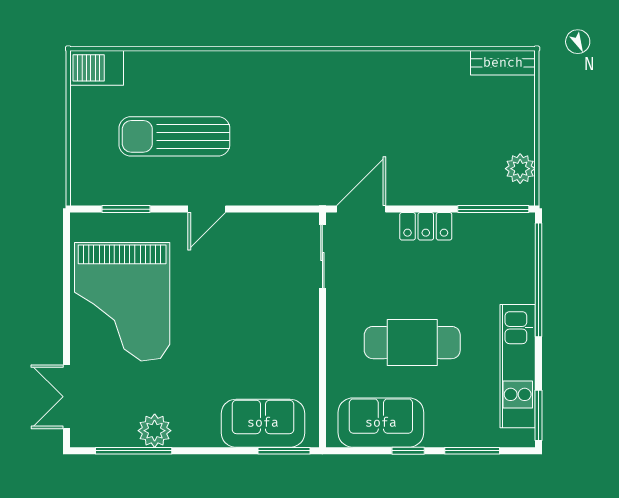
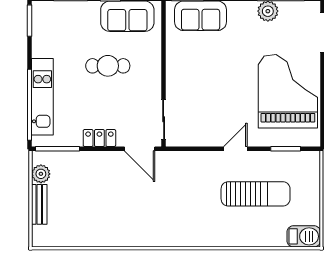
bench: (503, 63) -> (39, 204), moved, turned 90
door: (361, 209) -> (140, 149), hinge flipped
cafe table: (412, 343) -> (108, 66), width x0.73, depth x0.74
kitchen unit: (518, 366) -> (42, 97), moved

